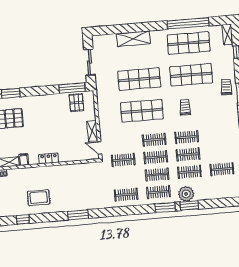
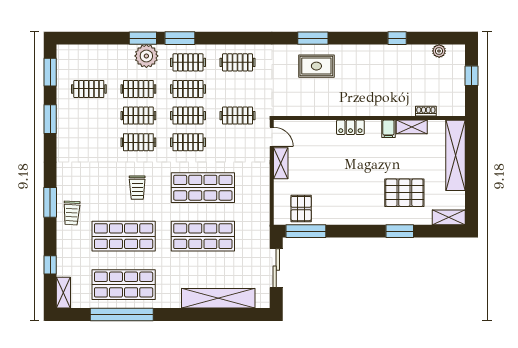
shelving: (133, 39) -> (218, 298), width x1.47
rug: (39, 198) -> (316, 66), moved

